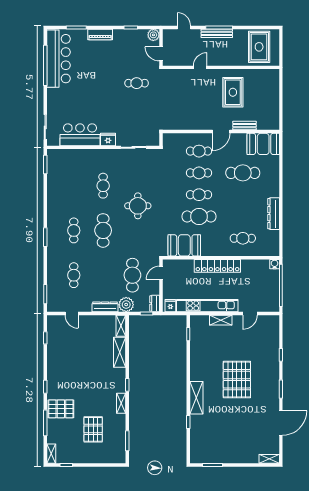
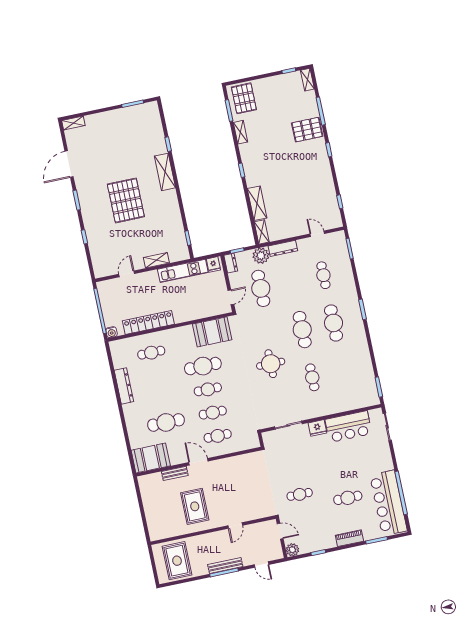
cafe table: (94, 71) -> (348, 498), added
door: (221, 132) -> (198, 462), hinge flipped
cafe table: (74, 230) -> (334, 323), width x1.37, depth x1.35
locker: (217, 266) -> (148, 322), moved
kitchen unit: (207, 306) -> (183, 271), width x0.73
shelving: (121, 403) -> (241, 132), moved
pallet: (93, 429) -> (244, 98), moved

